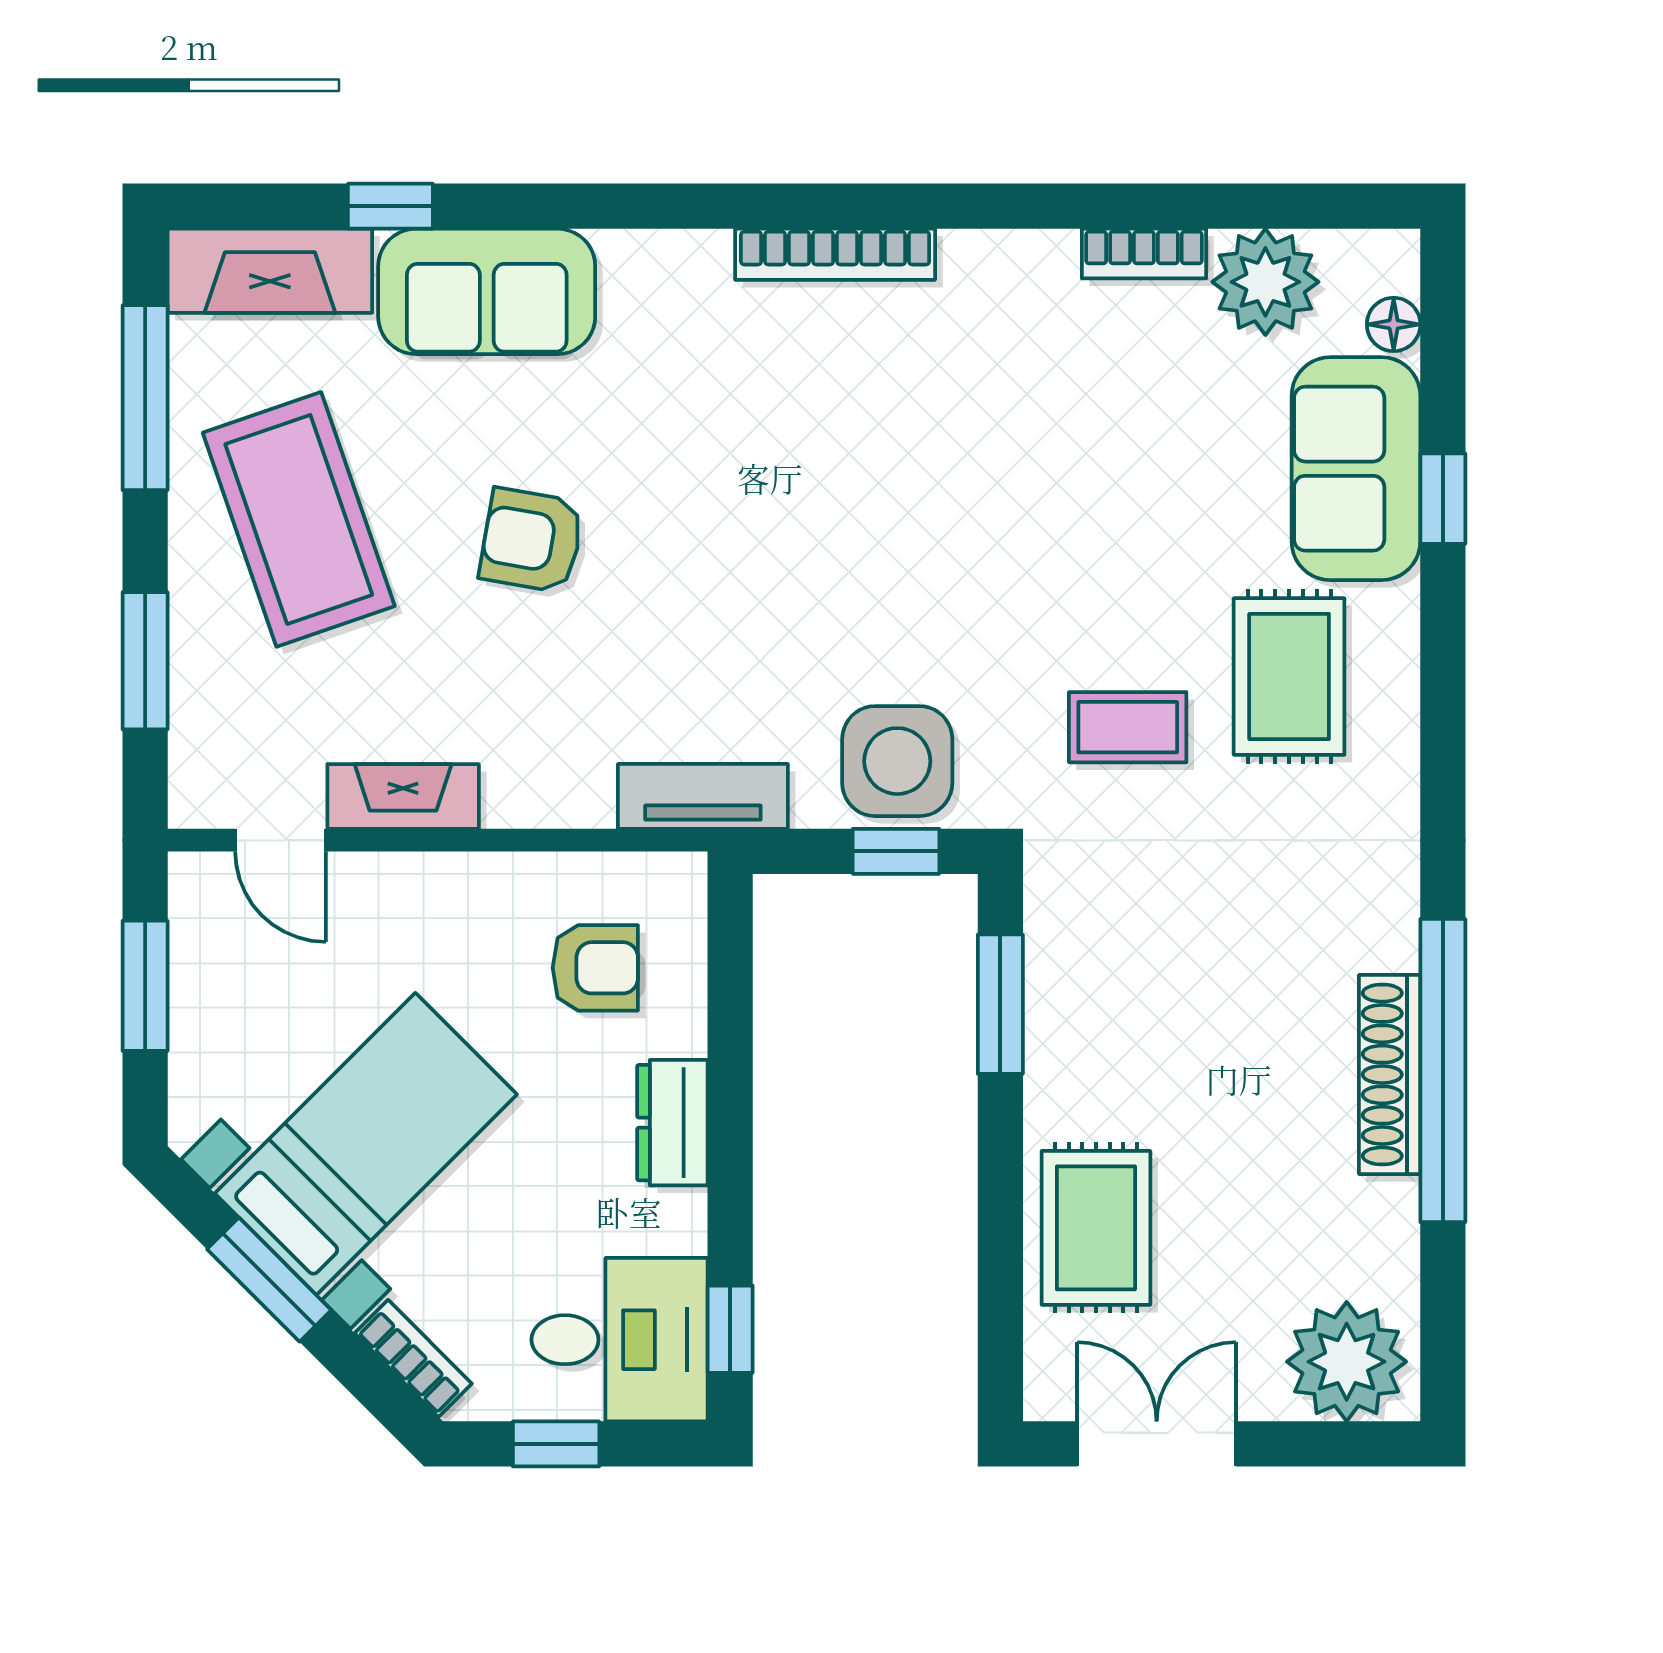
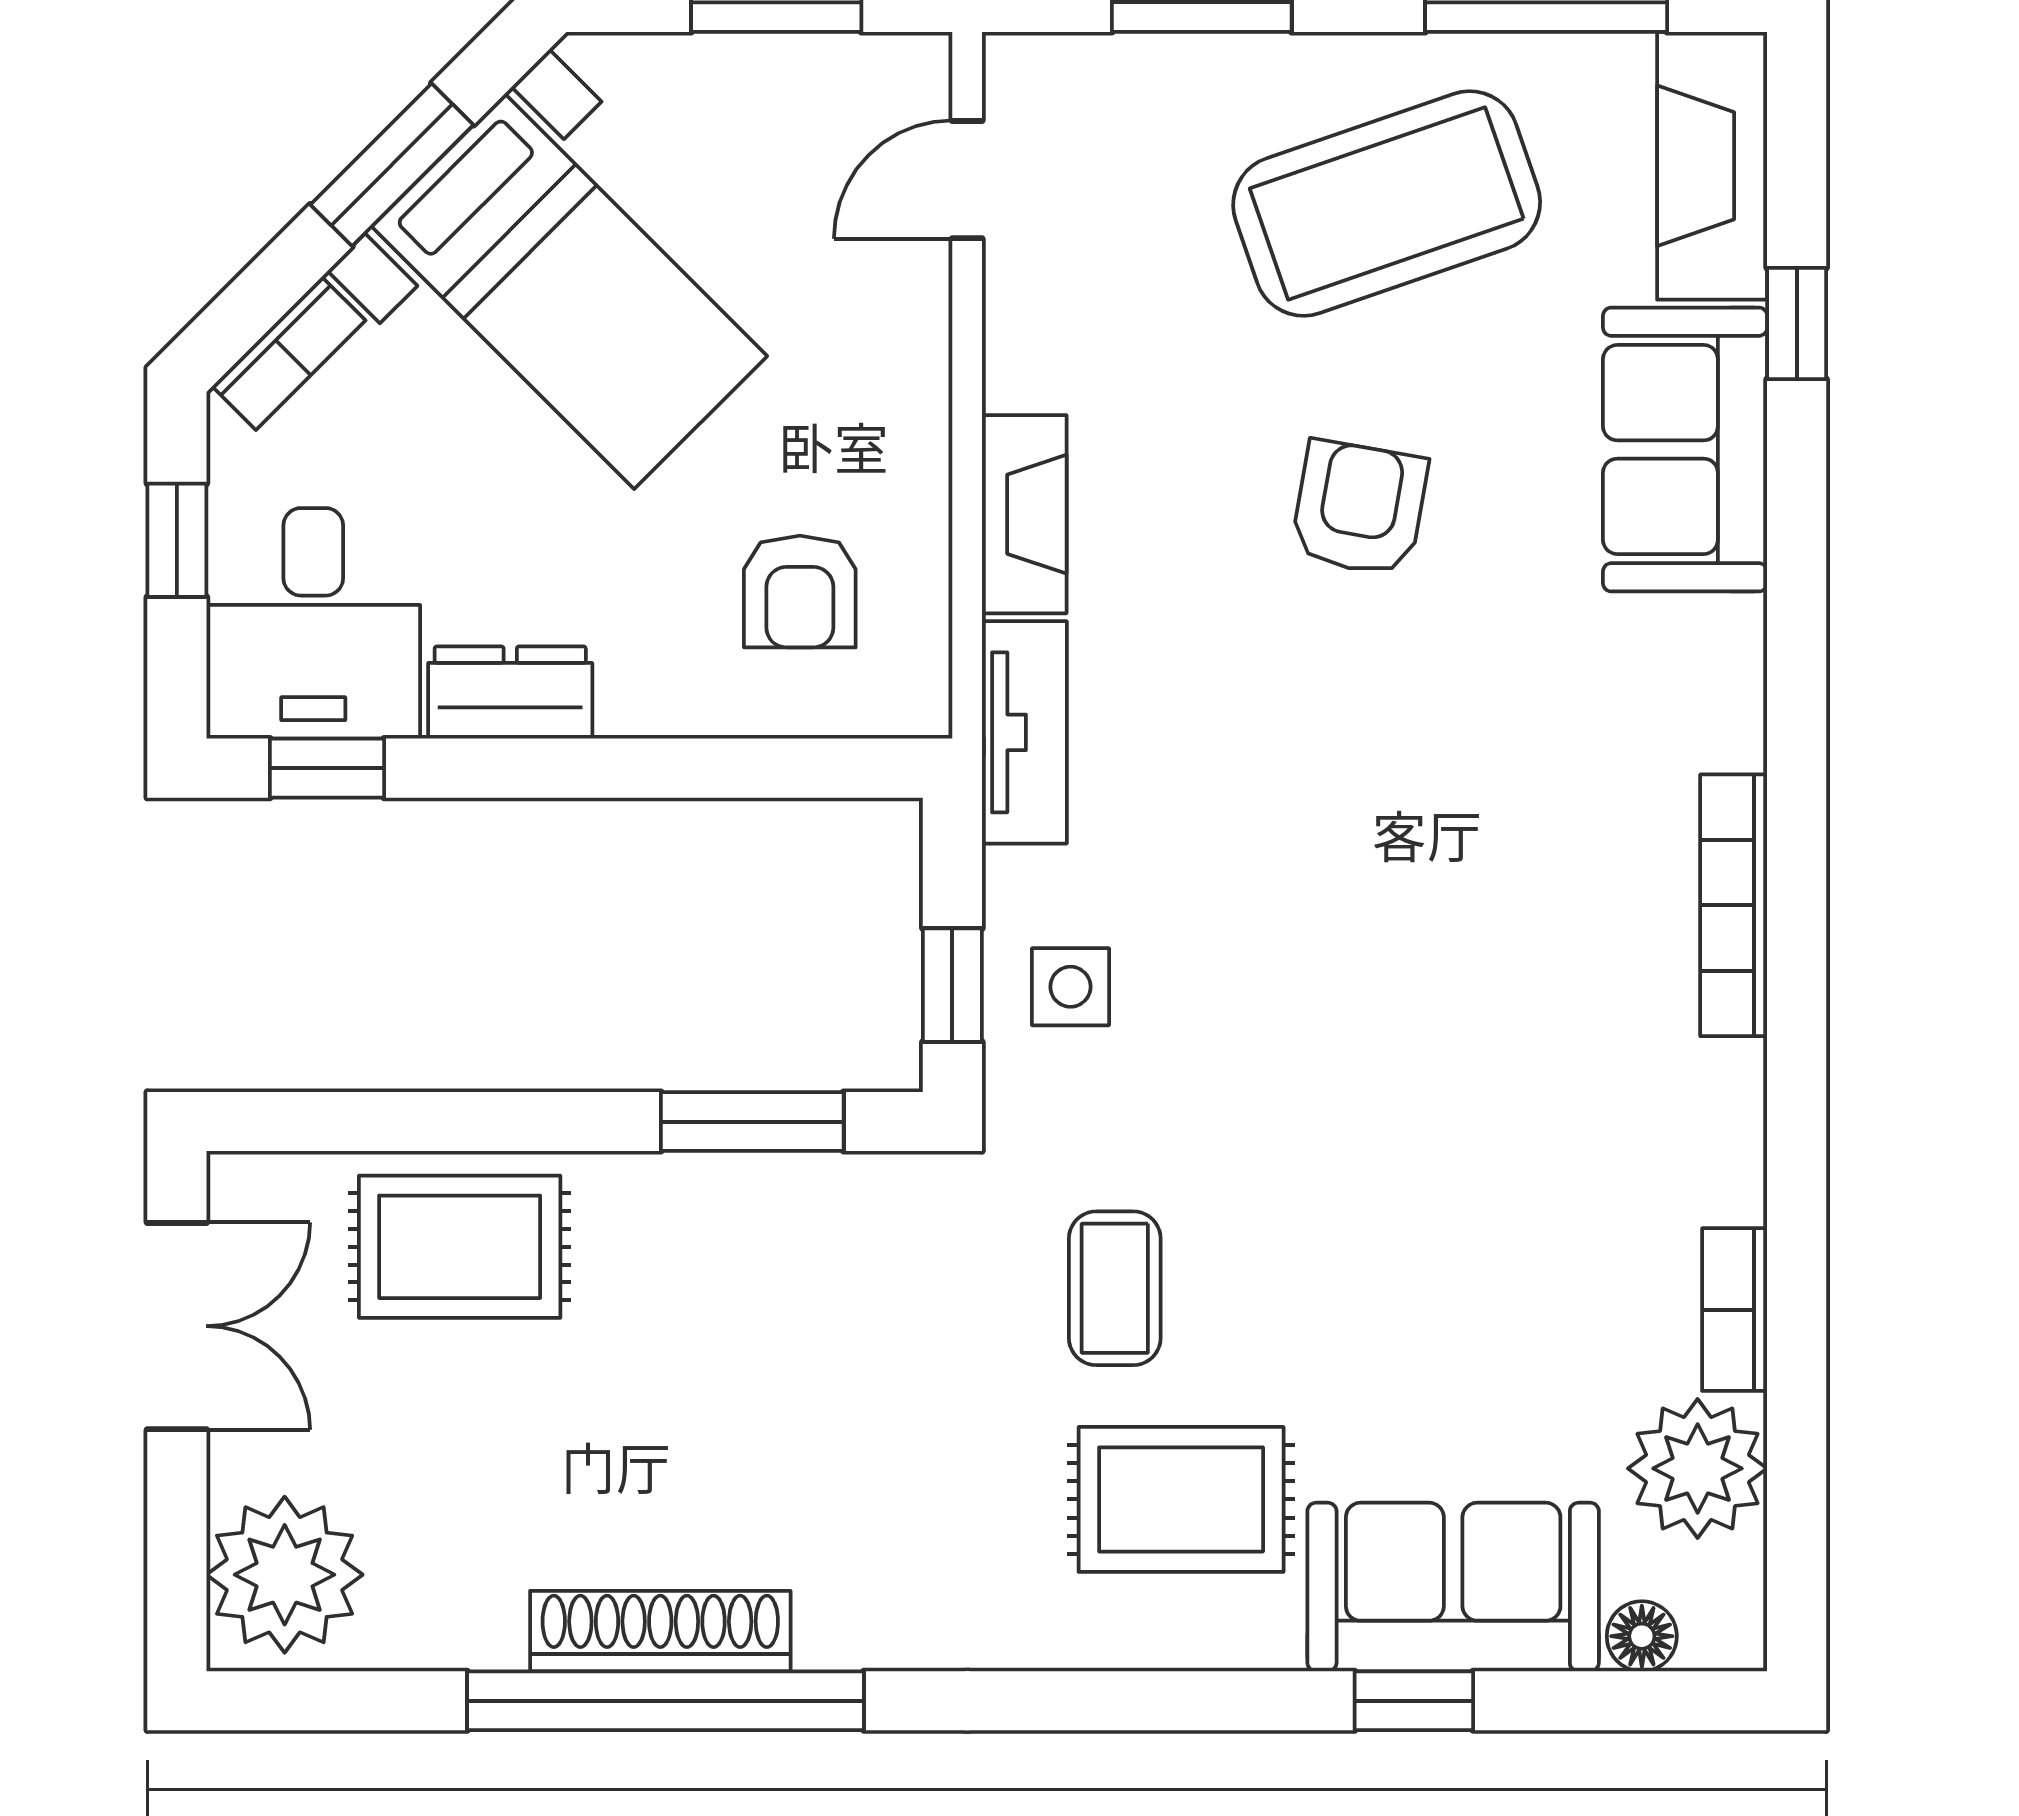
side table: (897, 761) -> (1070, 987), width x0.54, depth x0.54
fireplace: (403, 796) -> (1024, 514), moved
dresser: (672, 1123) -> (510, 692), moved

